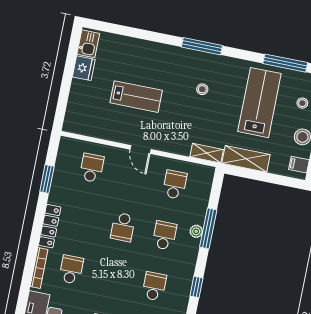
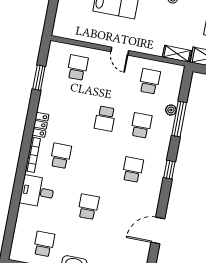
locker: (50, 226) -> (41, 125), width x0.66
plant: (196, 231) -> (171, 110), moved

